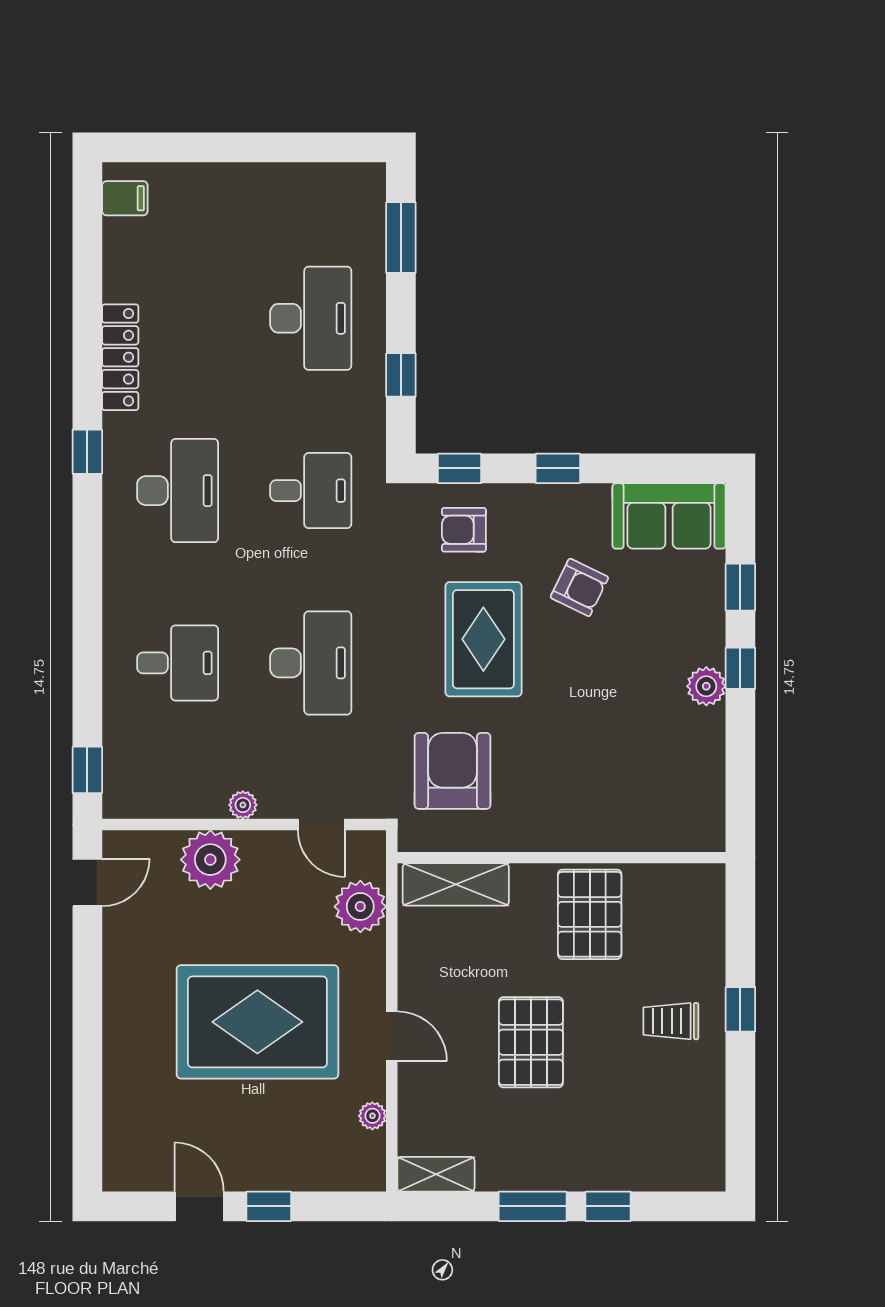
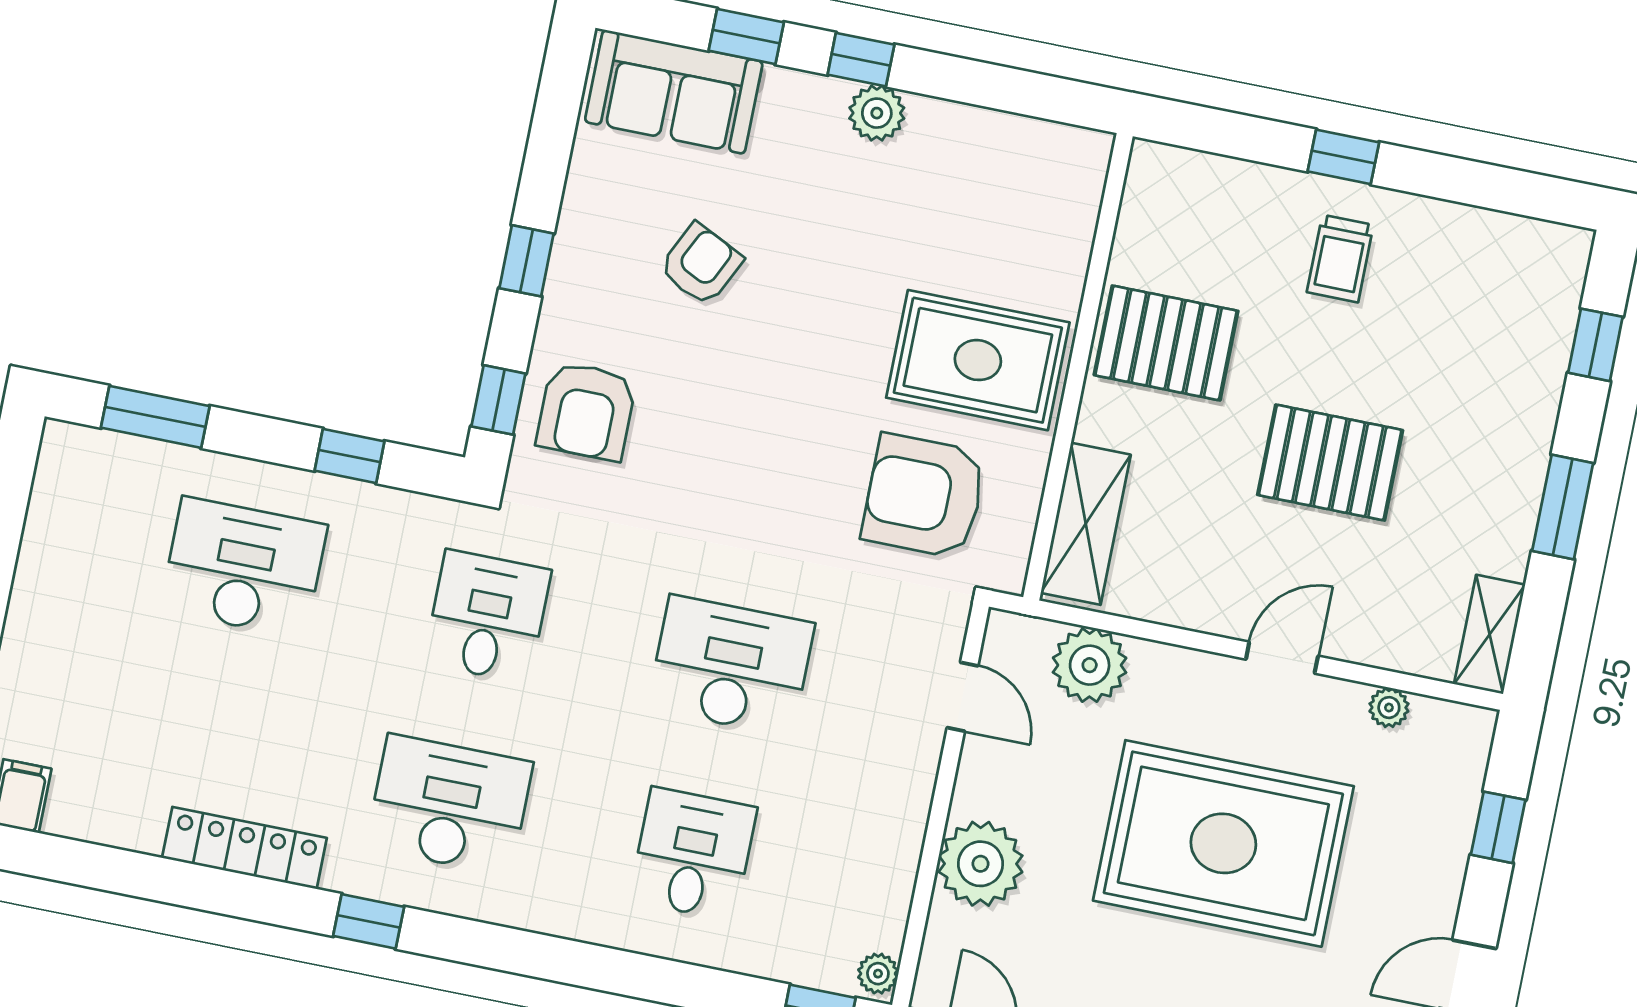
sofa: (669, 516) -> (674, 92), moved, turned 90
armchair: (464, 530) -> (586, 411), width x1.38, depth x1.38
rug: (483, 639) -> (978, 360), moved
plant: (243, 805) -> (878, 974), moved
door: (321, 824) -> (962, 697), hinge flipped
rug: (257, 1022) -> (1223, 843), turned 90
window: (269, 1206) -> (1498, 827), moved
window: (608, 1206) -> (1595, 345), moved

